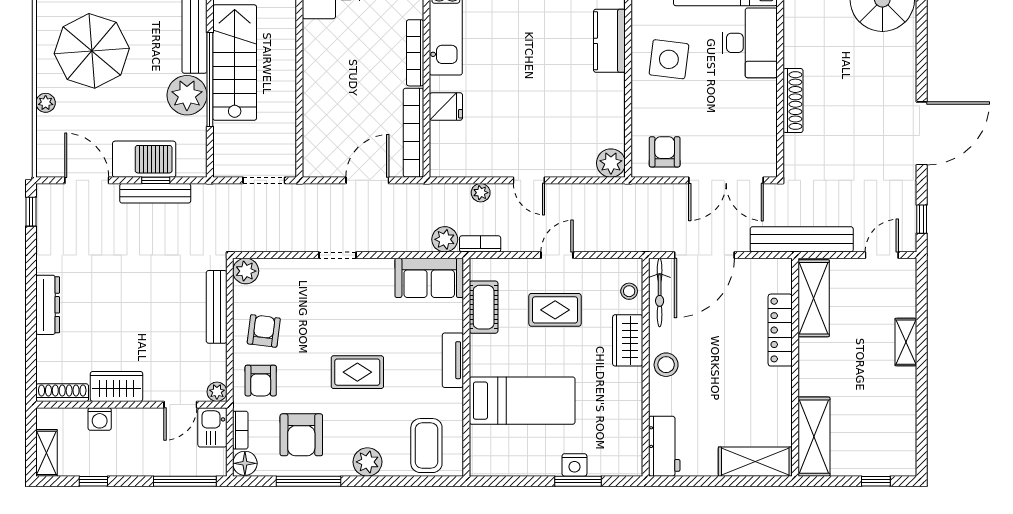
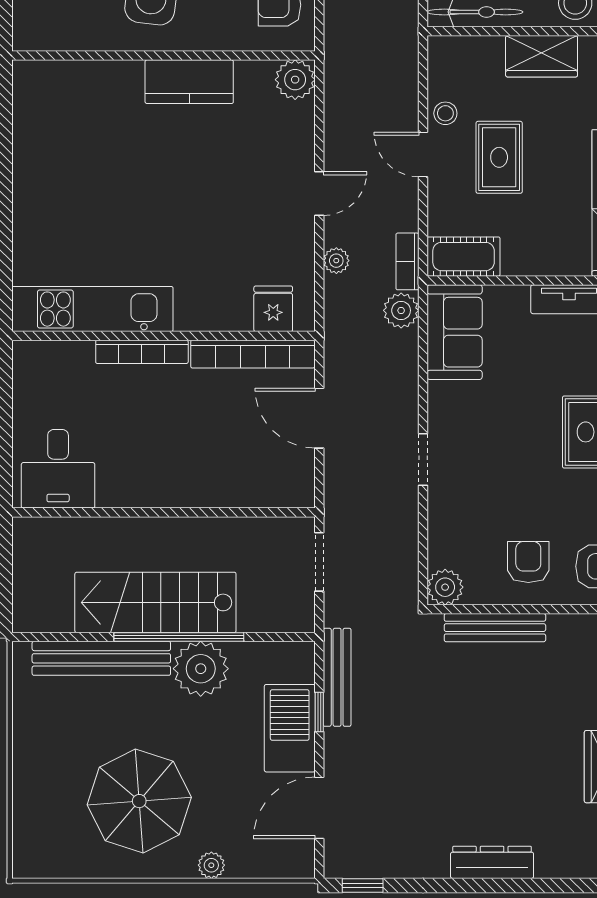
kitchen counter: (609, 41) -> (189, 82), moved
fridge: (446, 107) -> (273, 309), moved
bench: (155, 193) -> (337, 677), moved
stool: (629, 291) -> (445, 113), moved
cot: (484, 307) -> (464, 257), moved
armchair: (264, 331) -> (528, 562), turned 83

